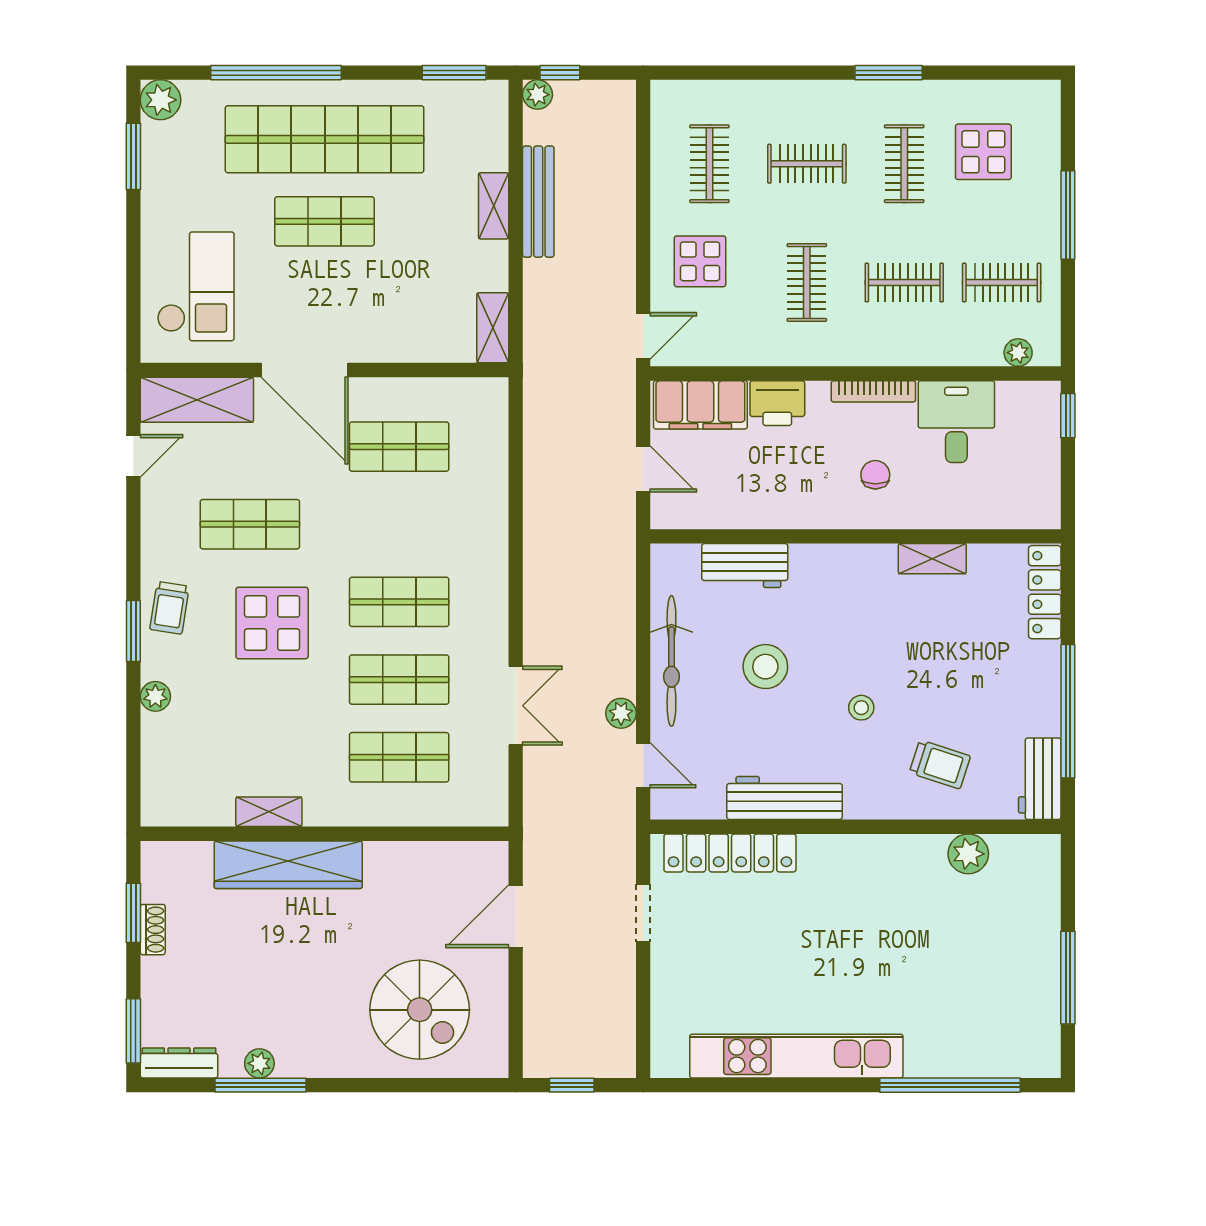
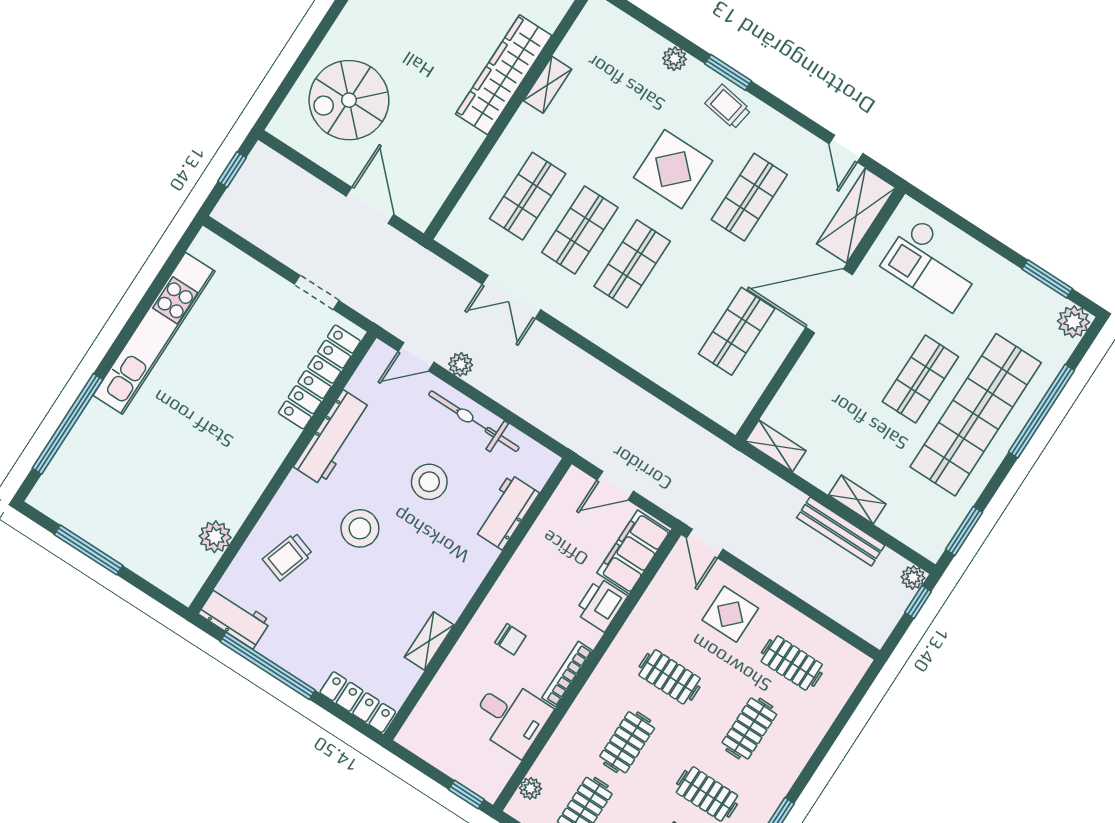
stool: (861, 708) -> (360, 528), width x1.89, depth x1.89

